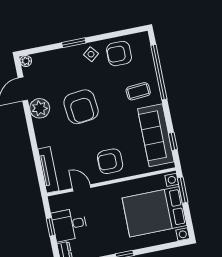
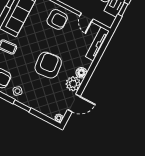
floor lamp: (40, 127) -> (81, 73), added

